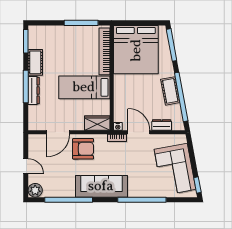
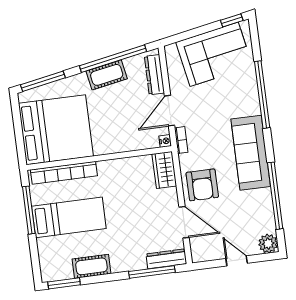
window: (26, 86) -> (152, 272), moved
bed: (84, 87) -> (69, 217), moved, turned -90
dresser: (34, 91) -> (166, 259), moved
dresser: (162, 125) -> (154, 75), width x1.44
armchair: (83, 149) -> (202, 185), turned 180
door: (26, 166) -> (237, 261), hinge flipped

